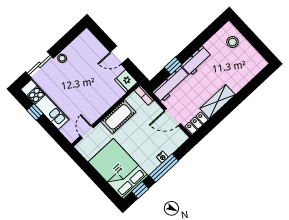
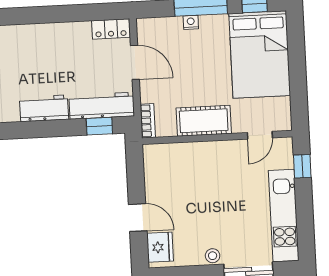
door: (119, 55) -> (138, 218), moved
window: (173, 66) -> (99, 126), moved
fridge: (126, 81) -> (160, 247), moved
shelving: (217, 102) -> (61, 34), removed
window: (35, 112) -> (302, 166), moved

